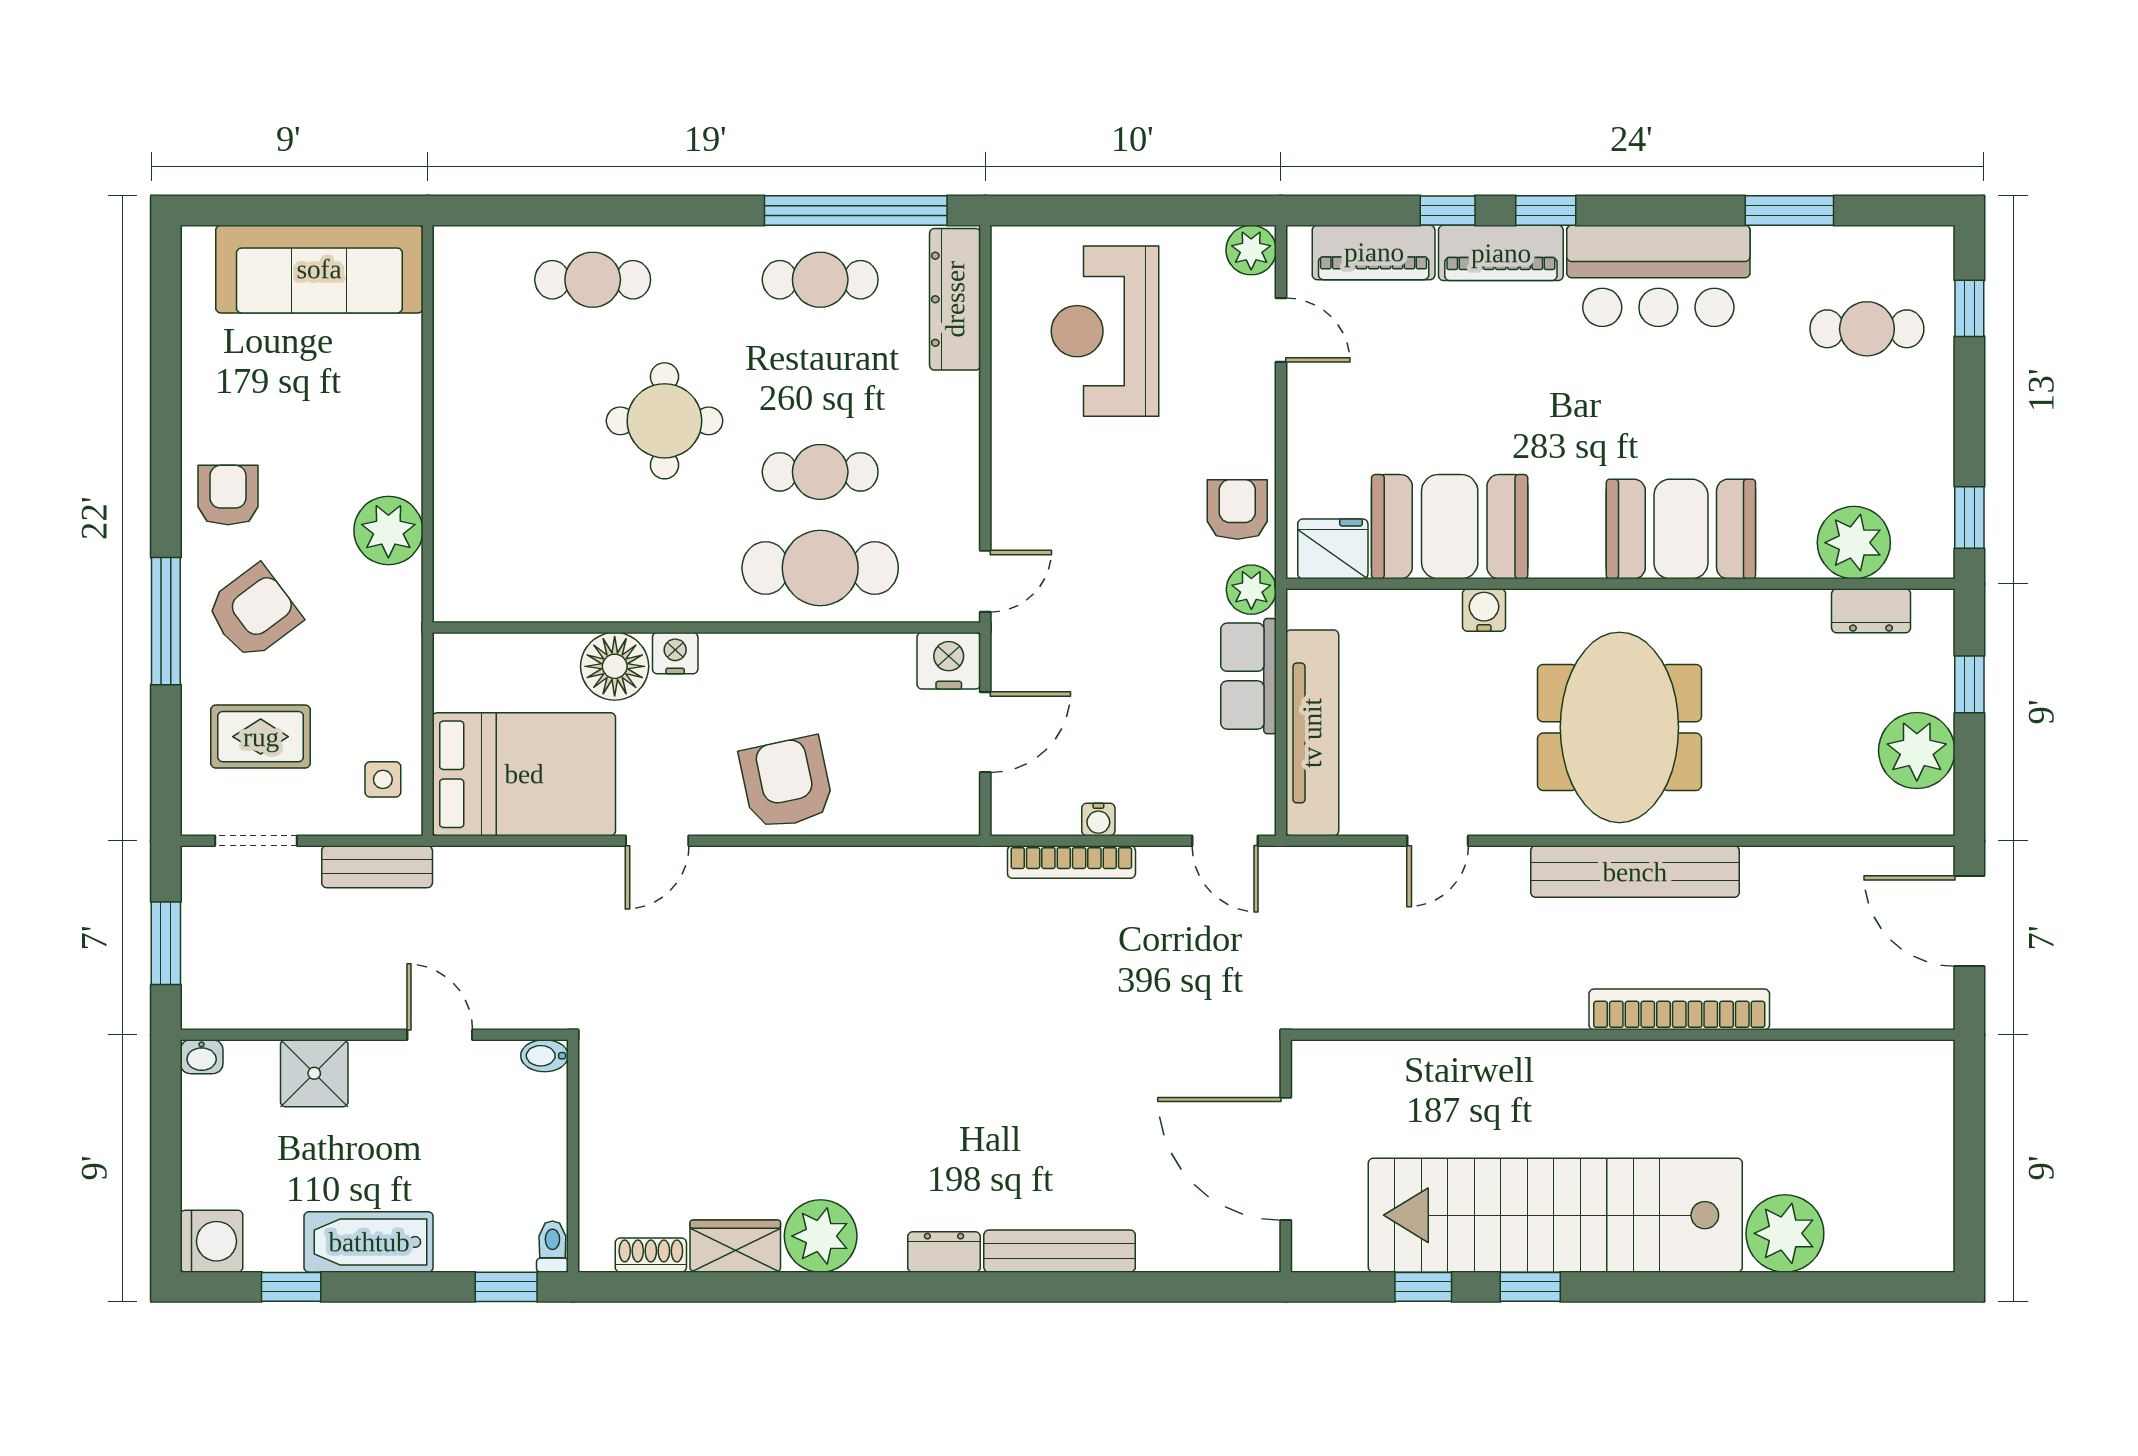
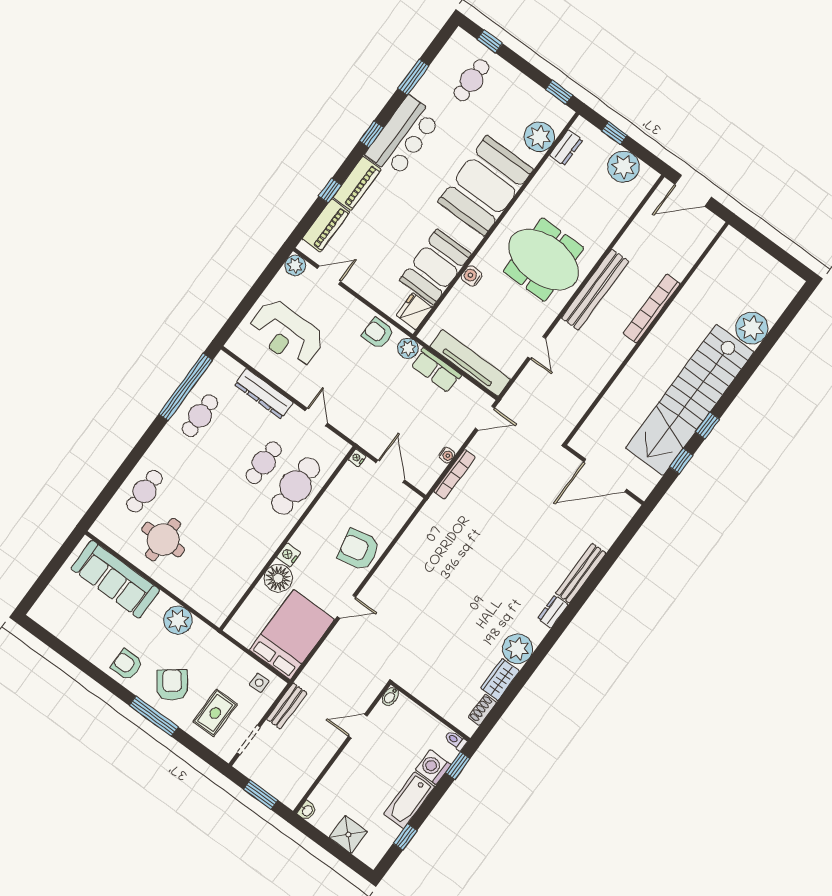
window: (1546, 211) -> (371, 134), moved
sofa: (319, 269) -> (115, 579), moved, turned 90
dresser: (955, 299) -> (264, 394), moved
round table: (664, 421) -> (163, 540), moved
booth: (1681, 529) -> (486, 186), width x1.36, depth x1.42
door: (985, 581) -> (316, 417), moved
nightstand: (949, 661) -> (357, 458), width x0.53, depth x0.56
door: (657, 841) -> (346, 607), hinge flipped
shower: (314, 1073) -> (348, 834), moved
washing machine: (211, 1241) -> (433, 767), moved, turned -90

